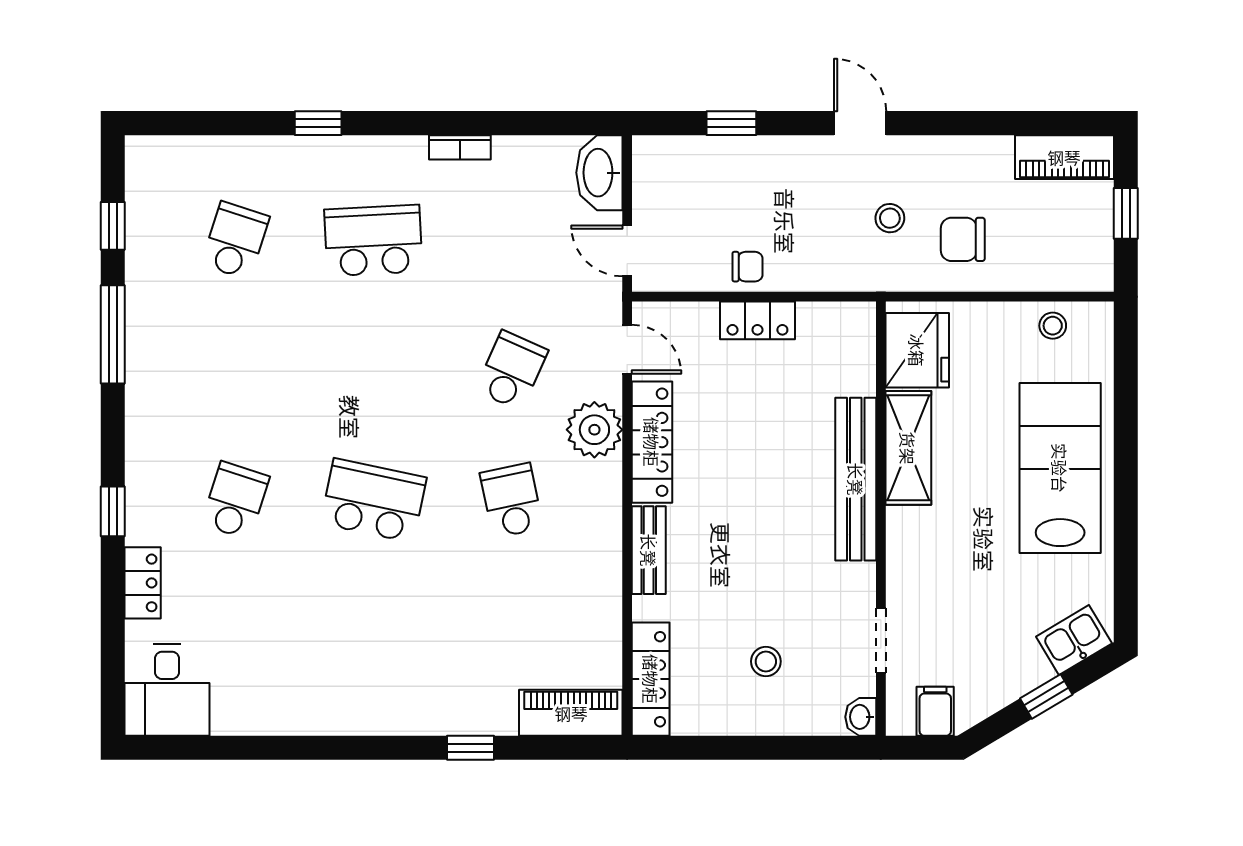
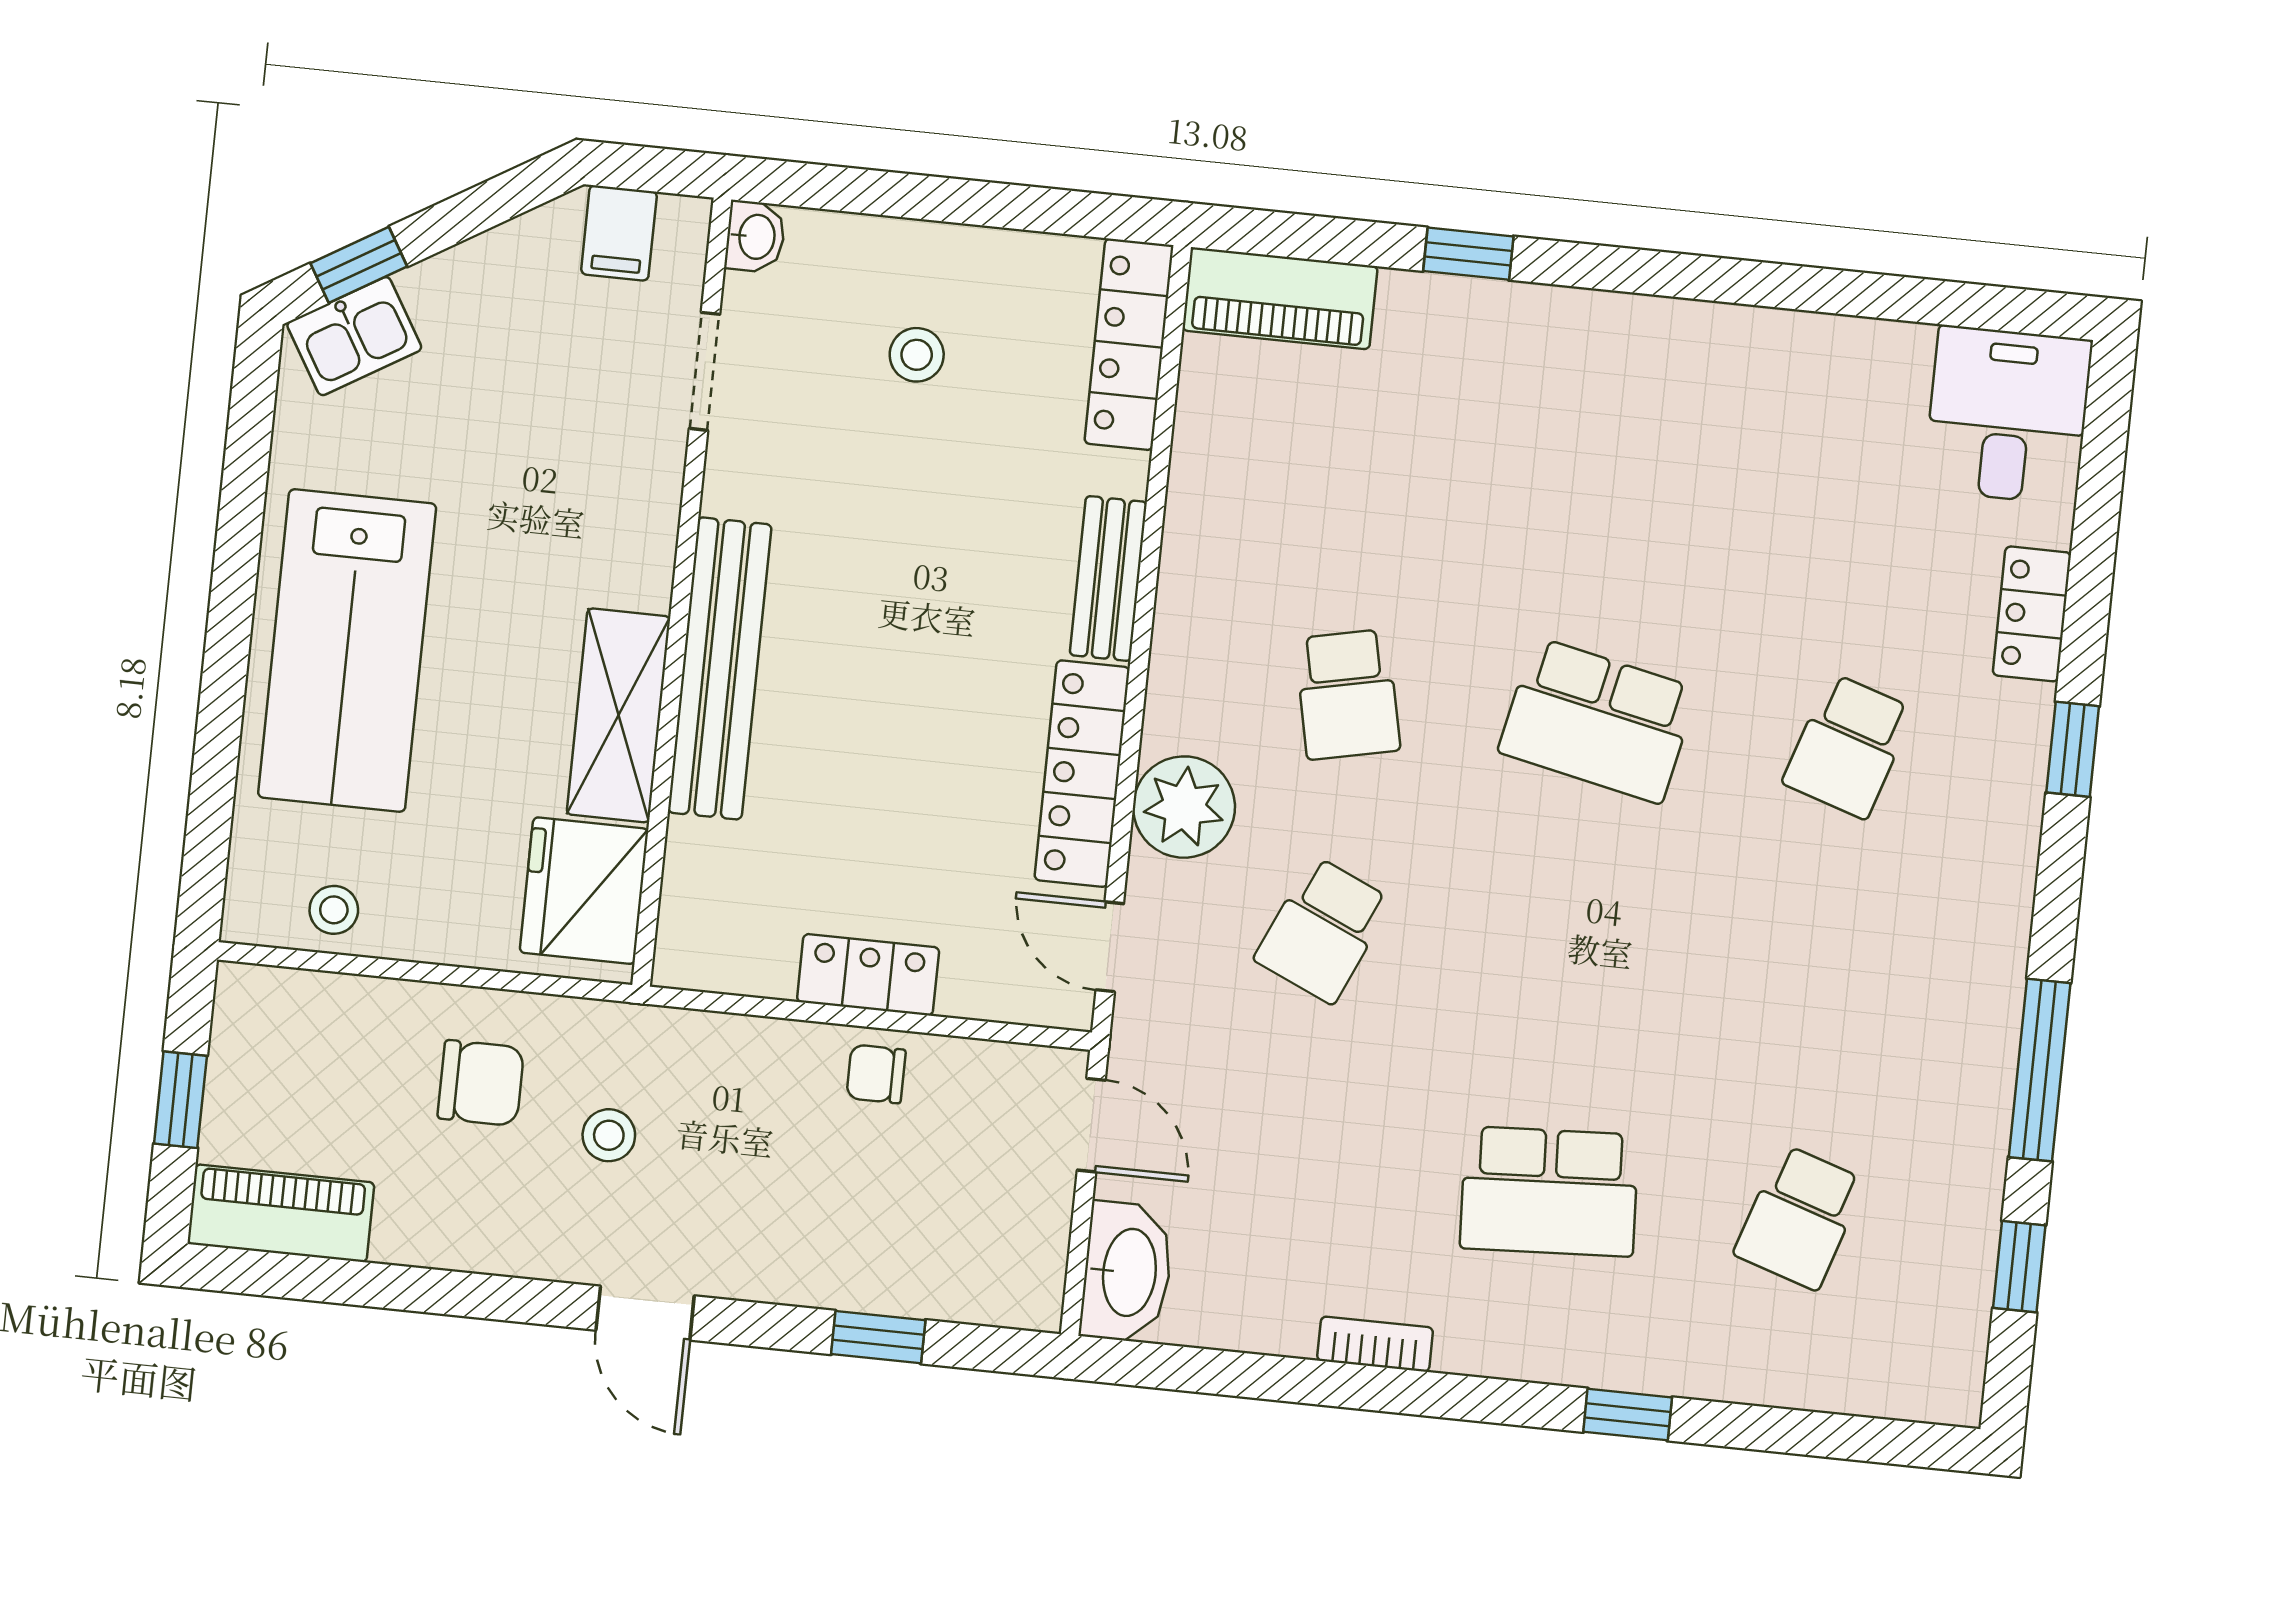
window: (1046, 697) -> (359, 265), moved

